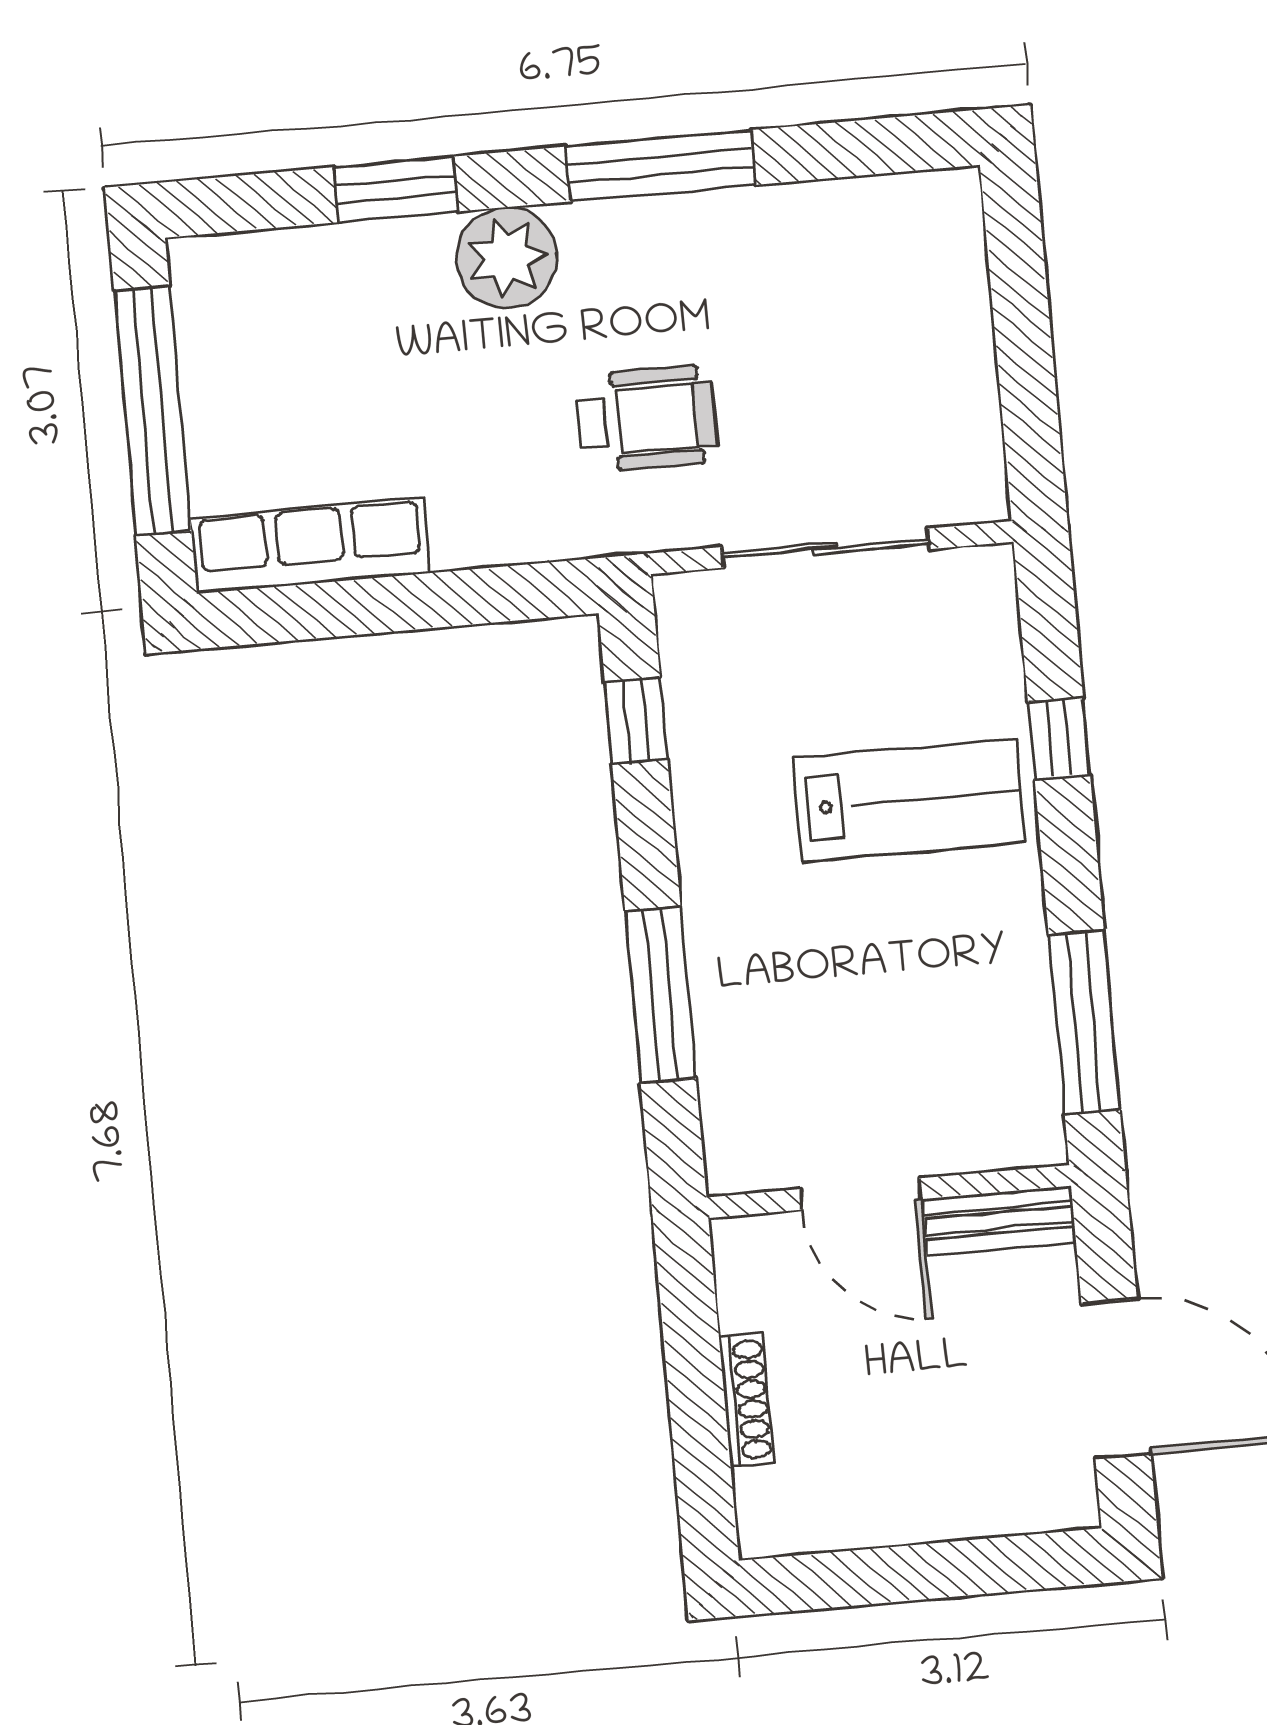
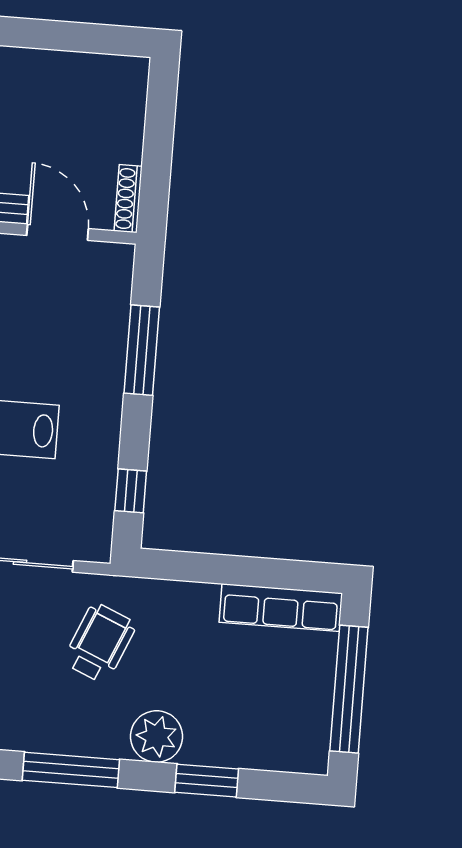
wheelchair: (646, 419) -> (100, 643), turned 113
shoe rack: (747, 1400) -> (128, 199), moved

